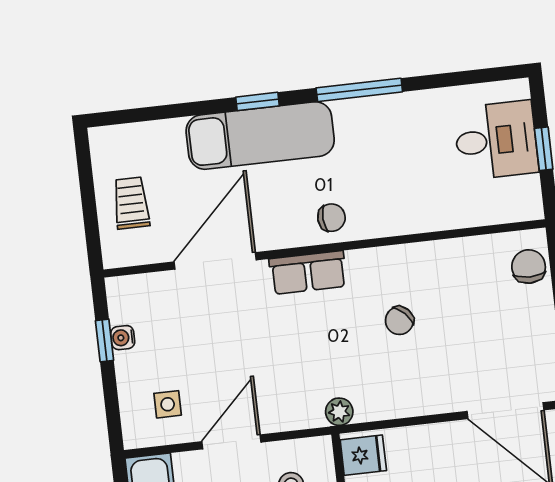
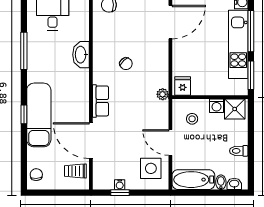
window: (359, 90) -> (24, 51), moved
trolley: (131, 203) -> (75, 171), moved
washbasin: (408, 216) -> (81, 55), added
chair: (331, 218) -> (36, 175), moved
side table: (168, 404) -> (151, 168), width x1.87, depth x1.87

